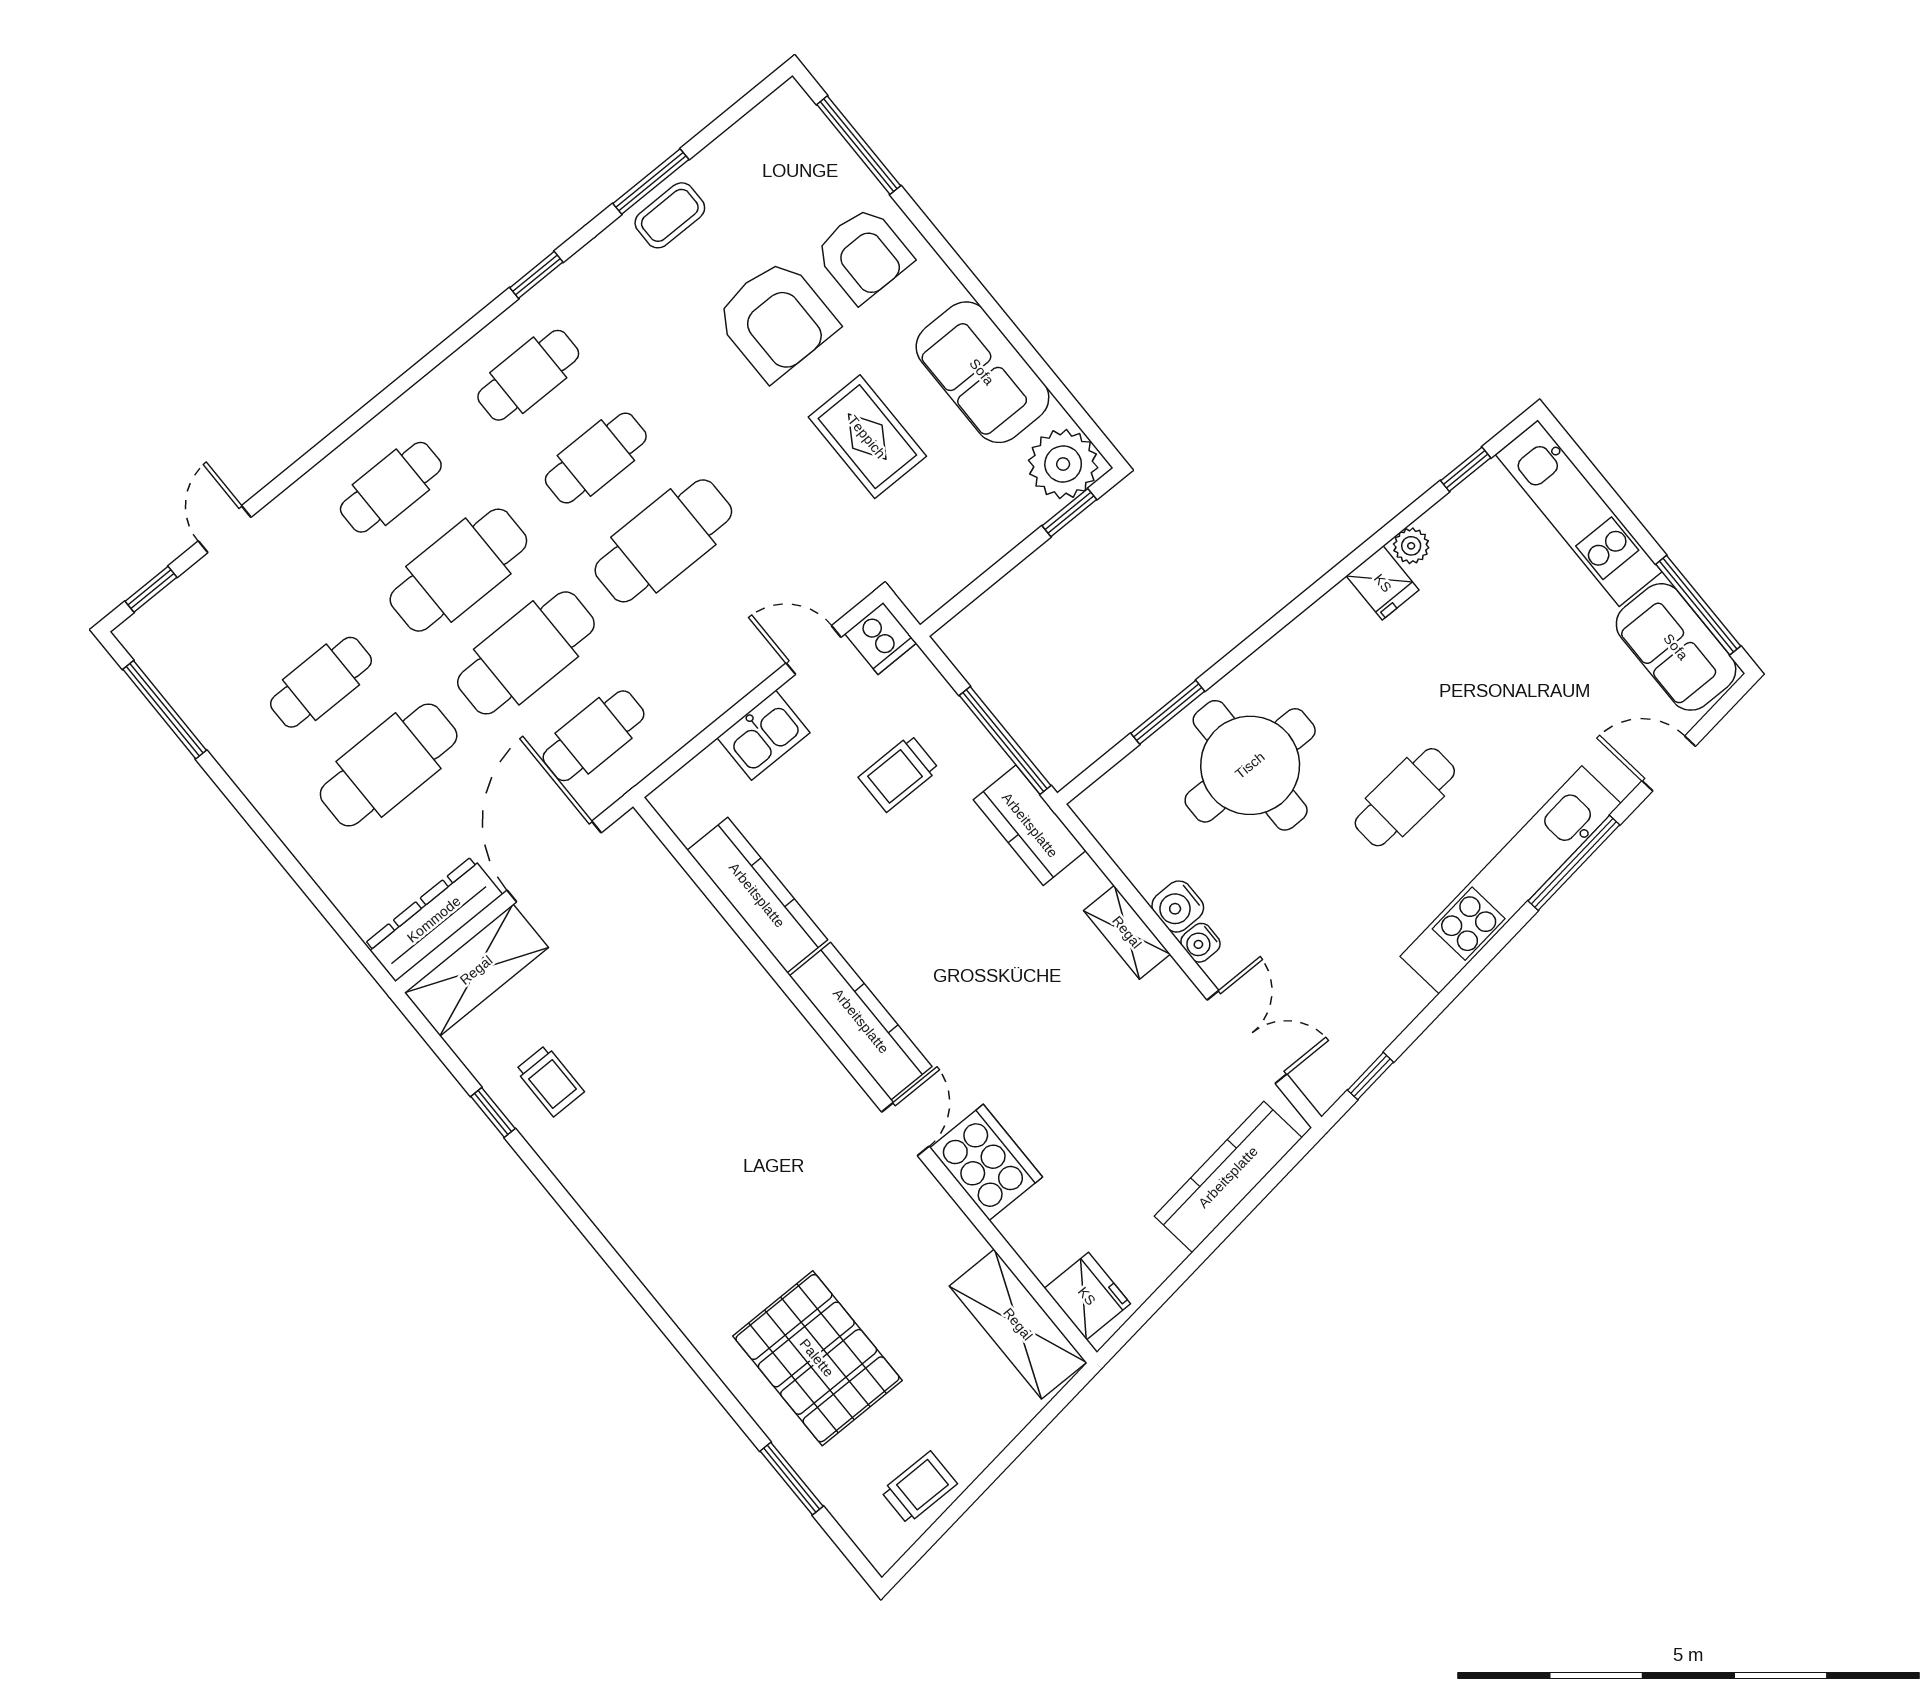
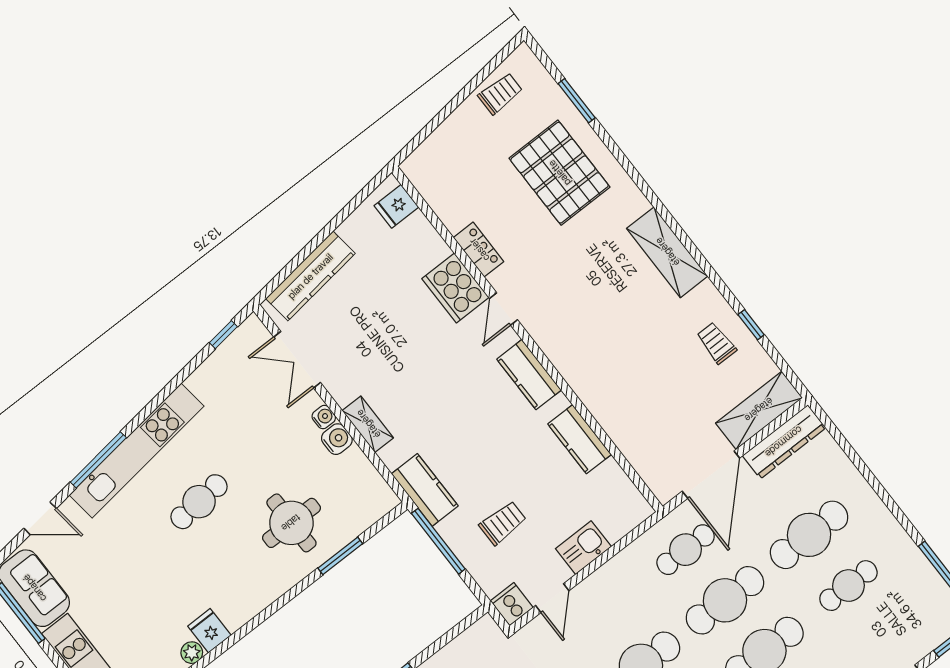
door: (813, 650) -> (552, 598), hinge flipped
round table: (1250, 765) -> (291, 523), width x0.73, depth x0.73
kitchen counter: (757, 895) -> (580, 439), width x0.67
kitchen counter: (861, 1021) -> (529, 375), width x0.67
locker: (949, 1227) -> (479, 250), added
fridge: (1087, 1296) -> (396, 206), width x0.72
shelving: (1018, 1324) -> (667, 252), moved
trolley: (919, 1488) -> (500, 94), turned 180

